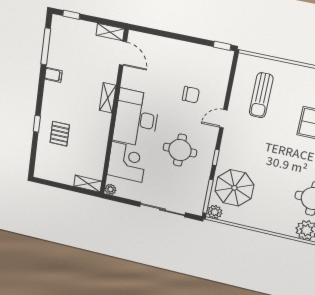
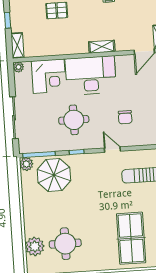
window: (60, 186) -> (8, 20), added

